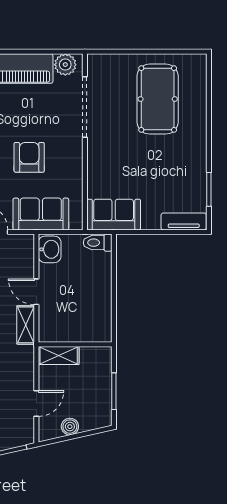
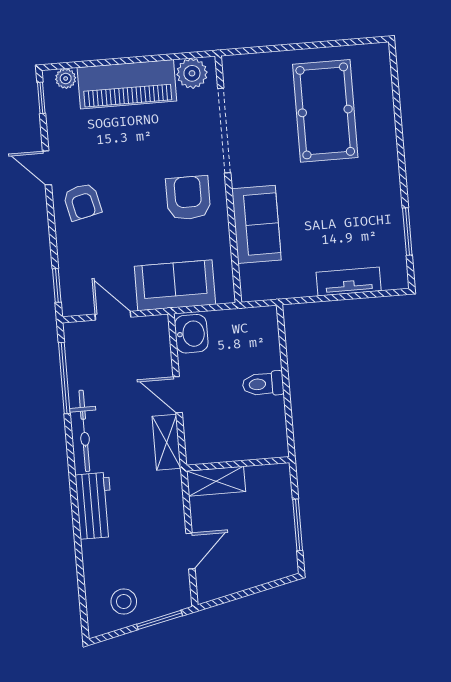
armchair: (29, 157) -> (188, 198), moved
sofa: (114, 215) -> (256, 224), moved, turned 90
tv unit: (184, 221) -> (349, 281), moved
toilet: (98, 243) -> (263, 384), moved
boiler: (70, 427) -> (240, 579), removed

